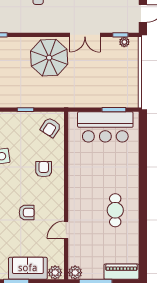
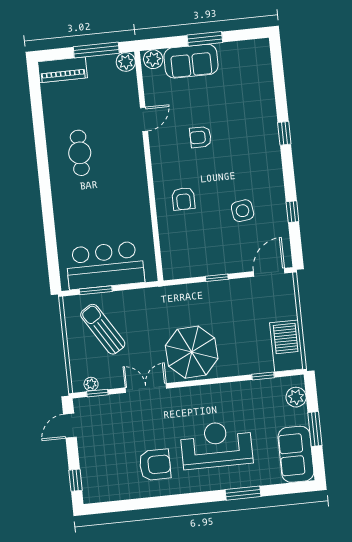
sun lounger: (112, 81) -> (103, 329), added
armchair: (51, 127) -> (180, 257), removed

